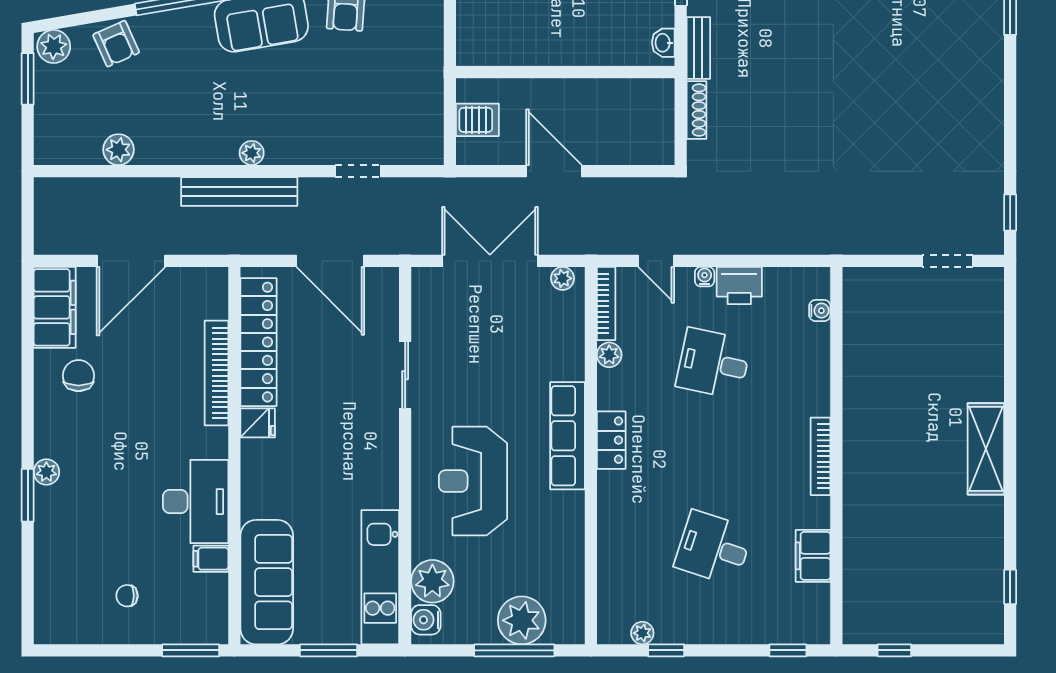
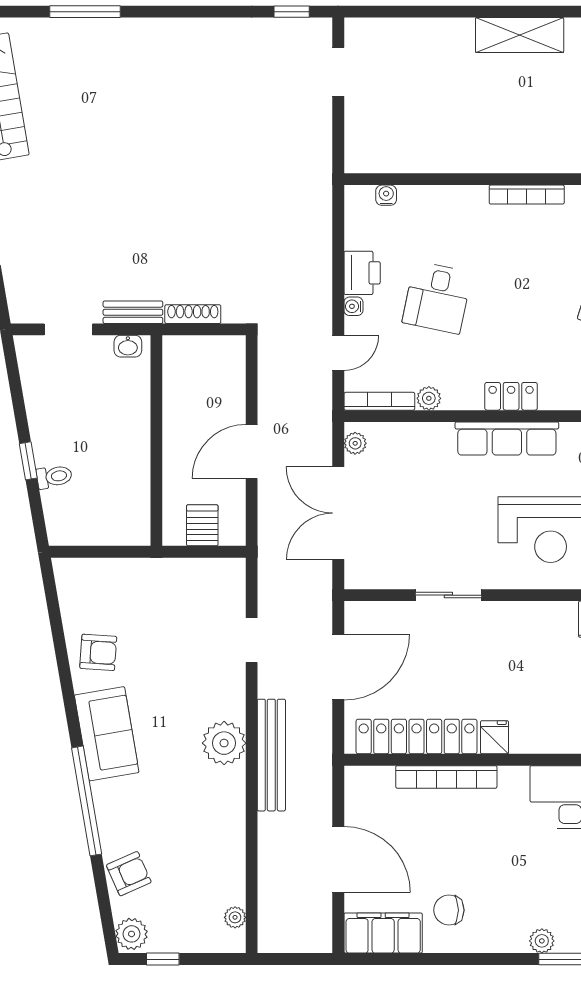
window: (28, 79) -> (163, 959), width x0.67
plant: (118, 150) -> (235, 917), moved, width x0.73, depth x0.73
plant: (252, 153) -> (224, 743), width x1.88, depth x1.88

